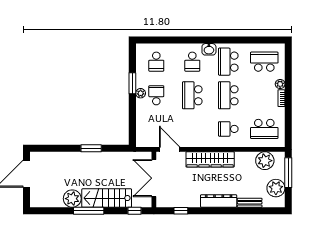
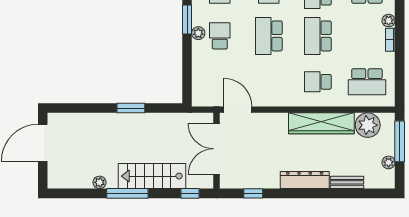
wardrobe: (210, 159) -> (321, 123), moved
plant: (276, 188) -> (389, 162), width x0.53, depth x0.53
plant: (72, 199) -> (100, 182), width x0.53, depth x0.53

